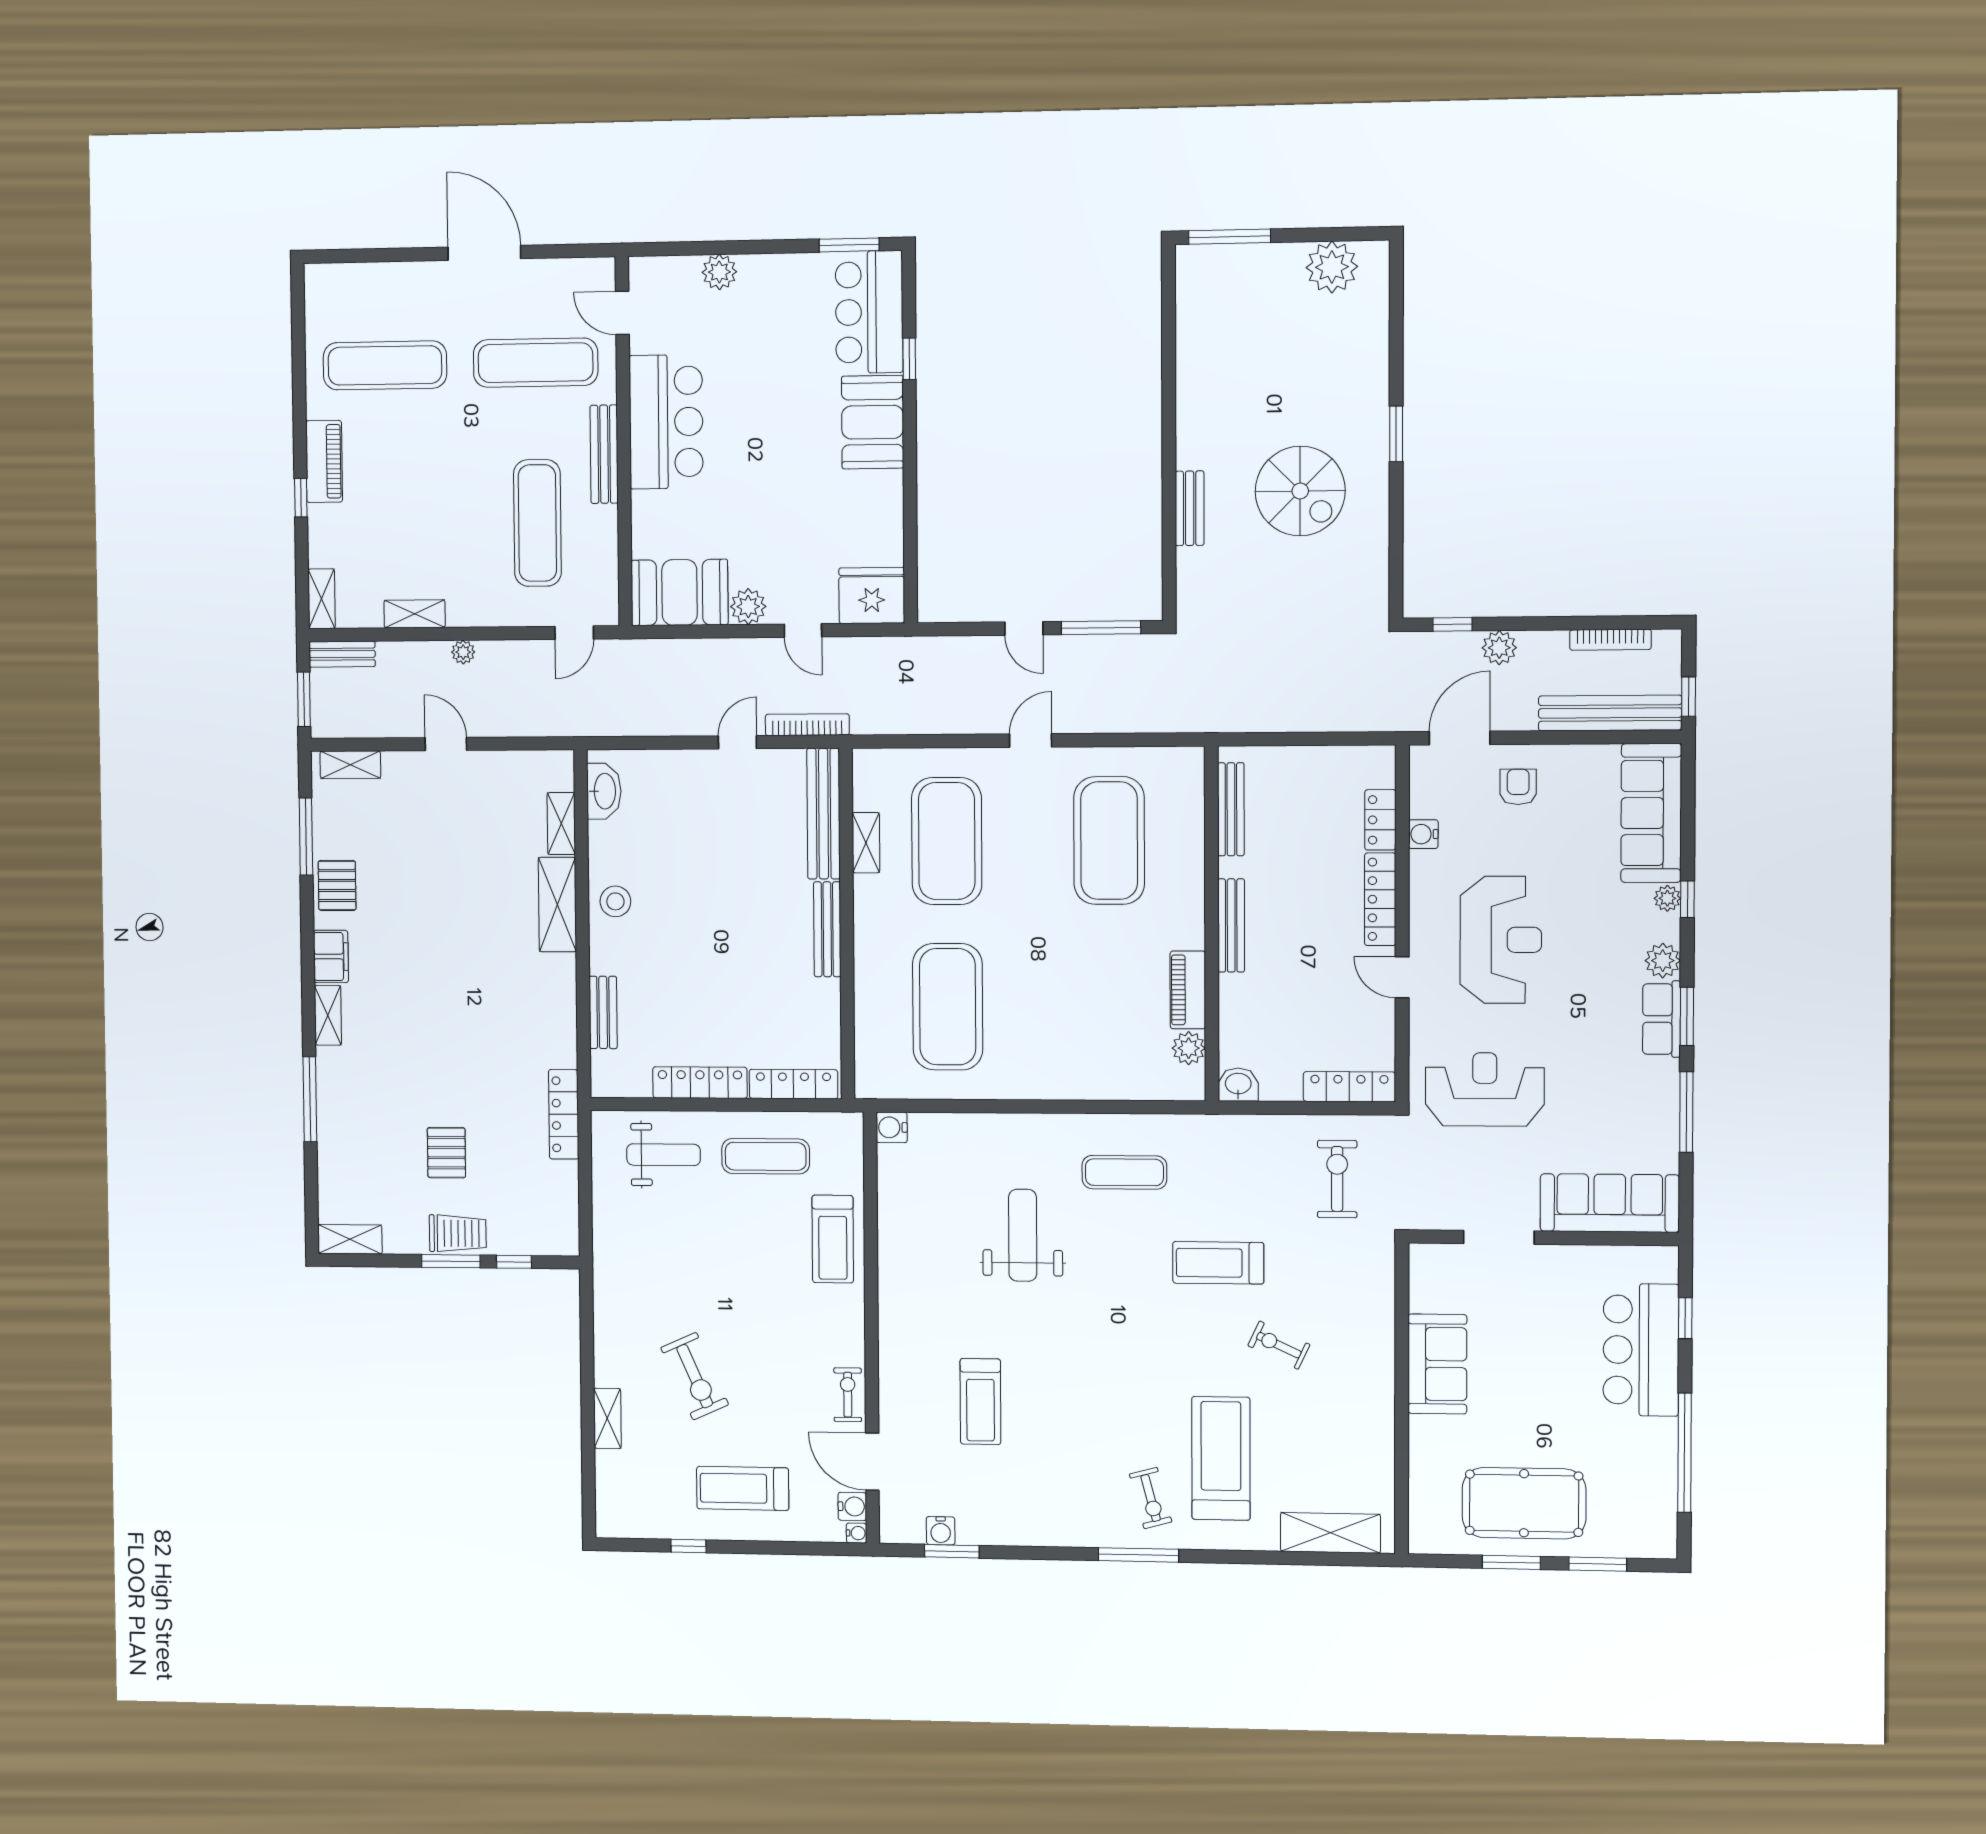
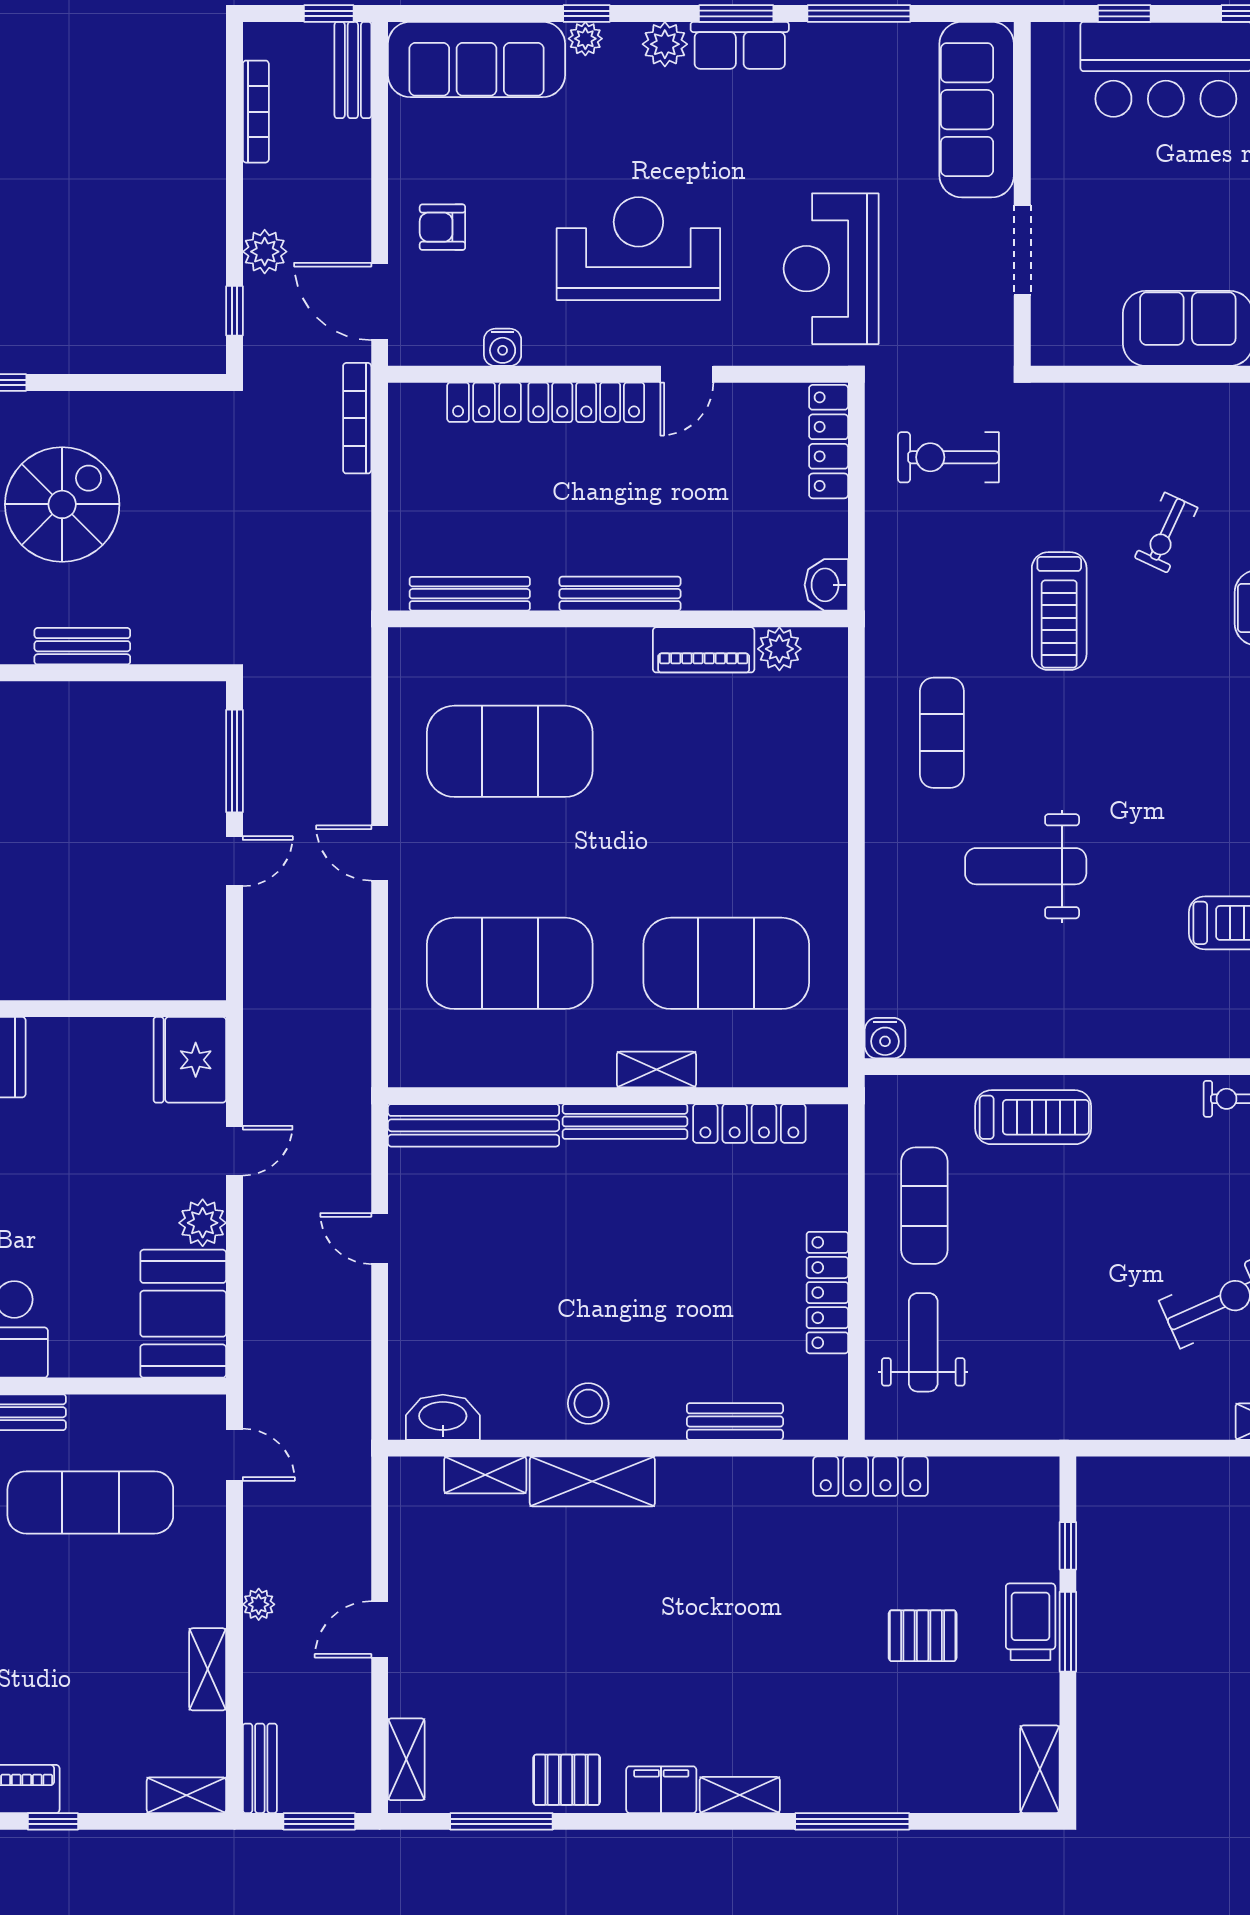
bench: (1610, 713) -> (353, 70), width x0.54, depth x0.82
bookcase: (807, 725) -> (357, 418), moved
shelving: (866, 843) -> (656, 1070), moved
locker: (793, 1084) -> (749, 1123), moved, turned -90

